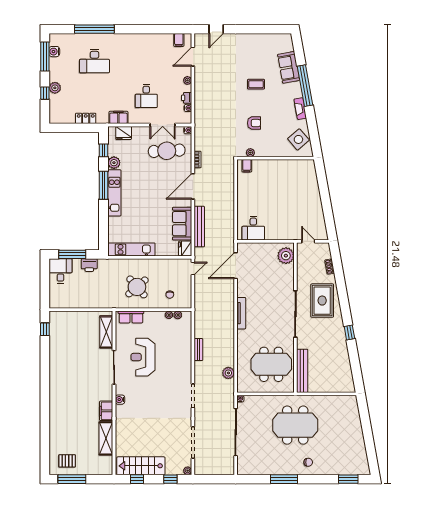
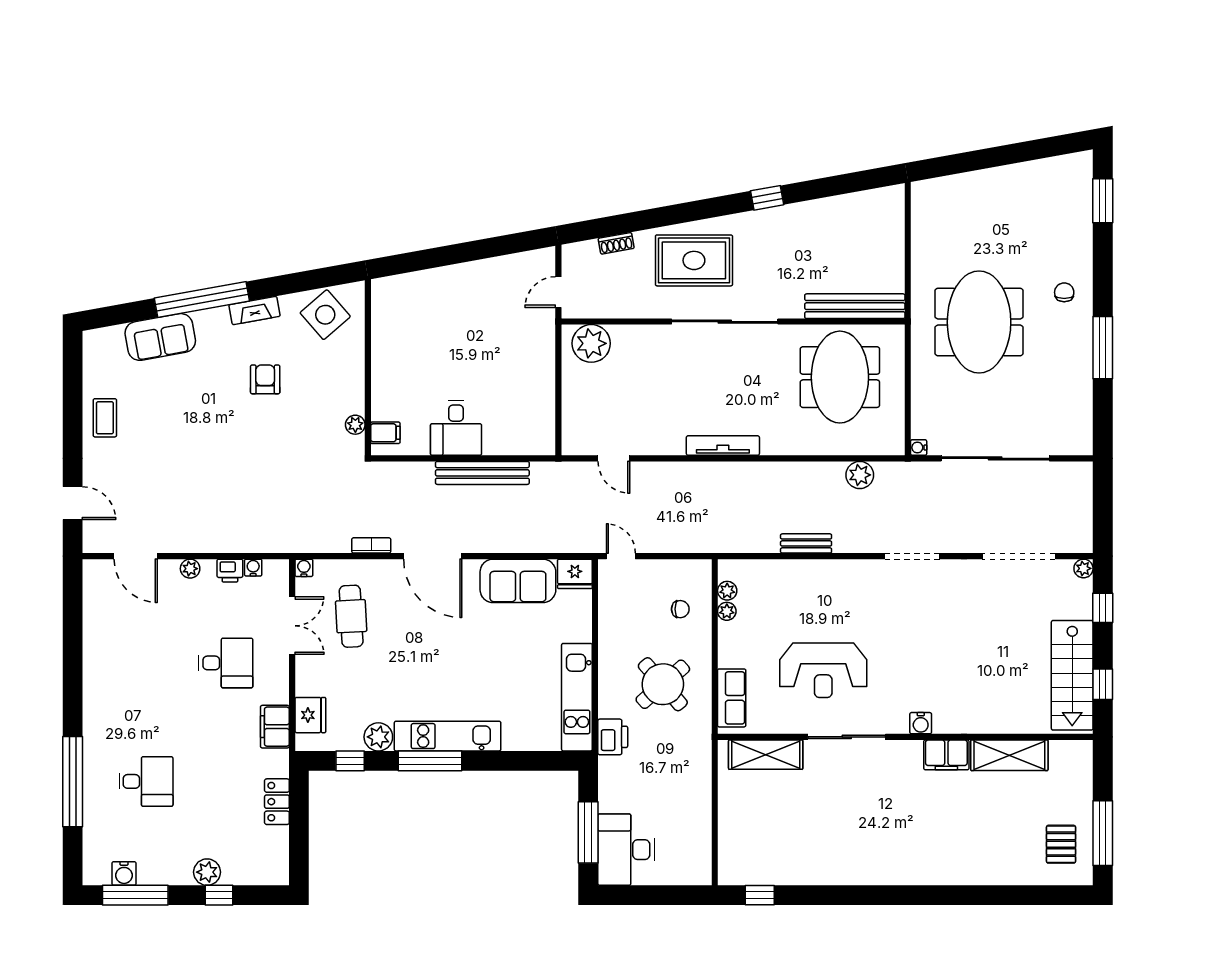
filing cabinet: (179, 40) -> (97, 588), removed
desk: (94, 61) -> (146, 781), width x0.73
coffee table: (256, 84) -> (105, 418), moved
armchair: (254, 123) -> (265, 379), moved
cafe table: (167, 151) -> (351, 616), width x0.73, depth x0.74
bench: (199, 227) -> (482, 473), moved
desk: (253, 228) -> (456, 428), moved, turned 90
printer: (89, 265) -> (613, 737), moved
door: (236, 266) -> (614, 458), width x0.53
desk: (60, 271) -> (626, 850), width x1.37

